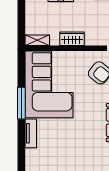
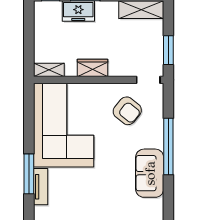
window: (21, 103) -> (29, 174), moved

